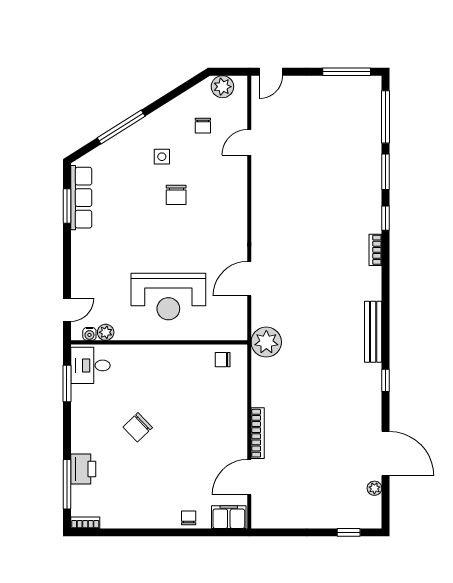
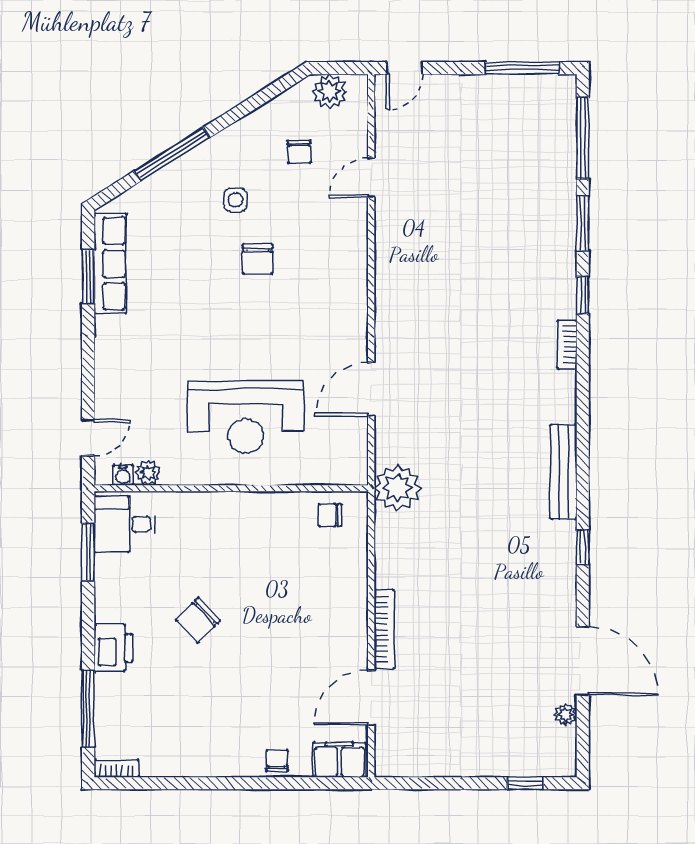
printer: (83, 469) -> (113, 648), moved

